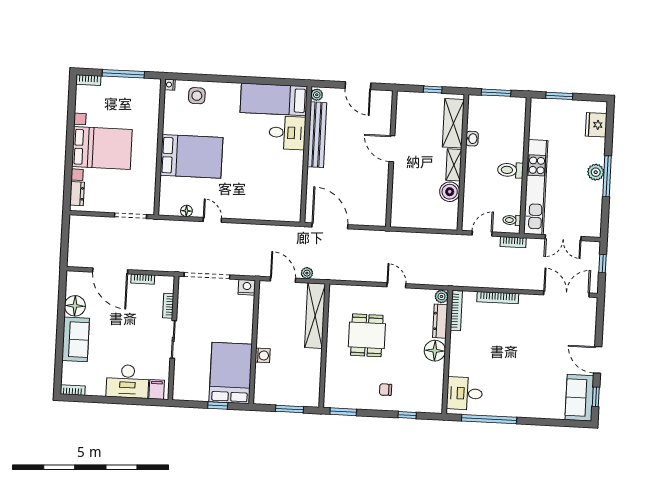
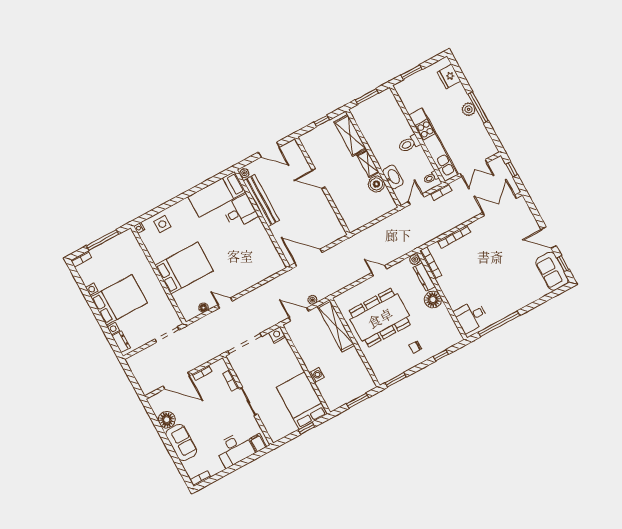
washbasin: (472, 139) -> (393, 177), moved, width x1.91, depth x1.45
dining table: (367, 335) -> (380, 318), width x1.88, depth x1.24

